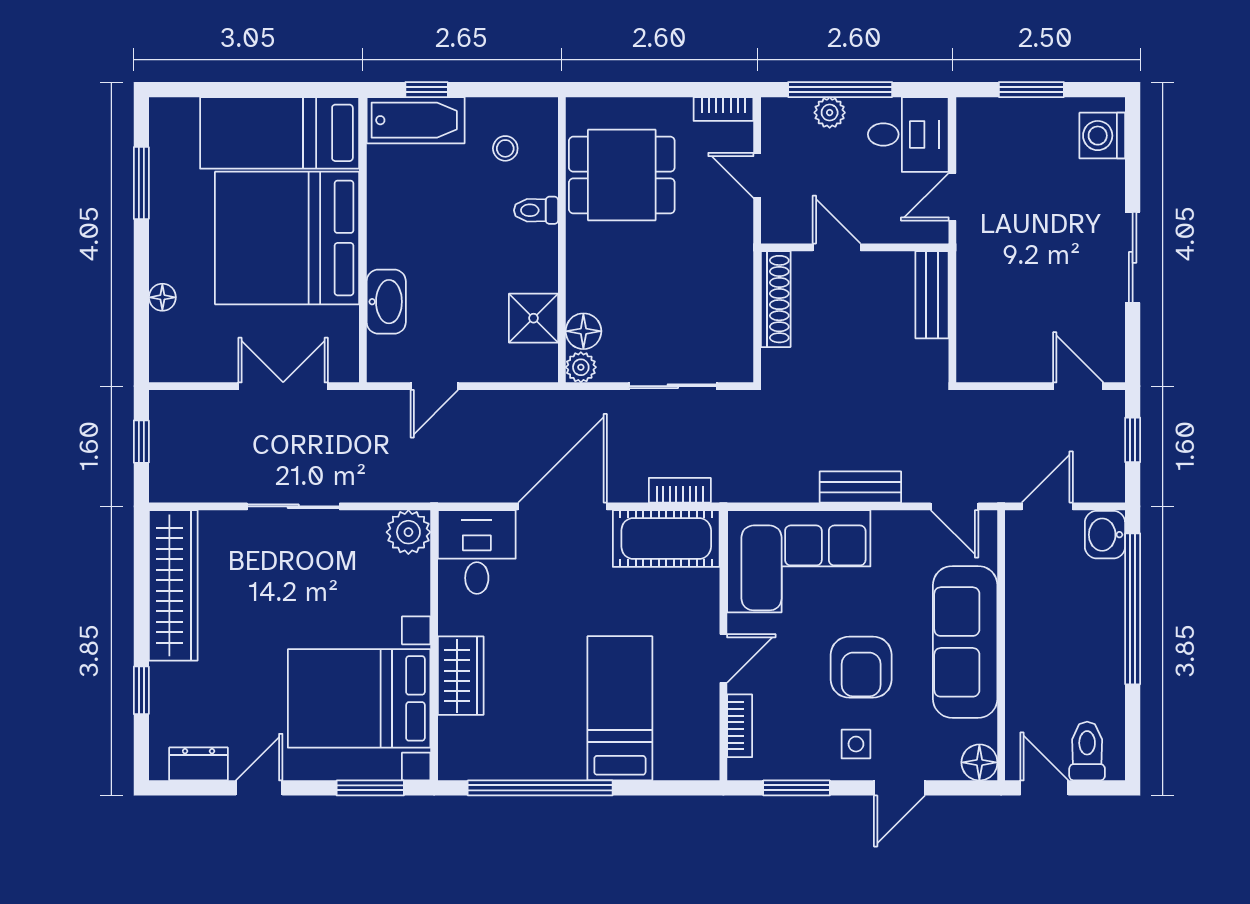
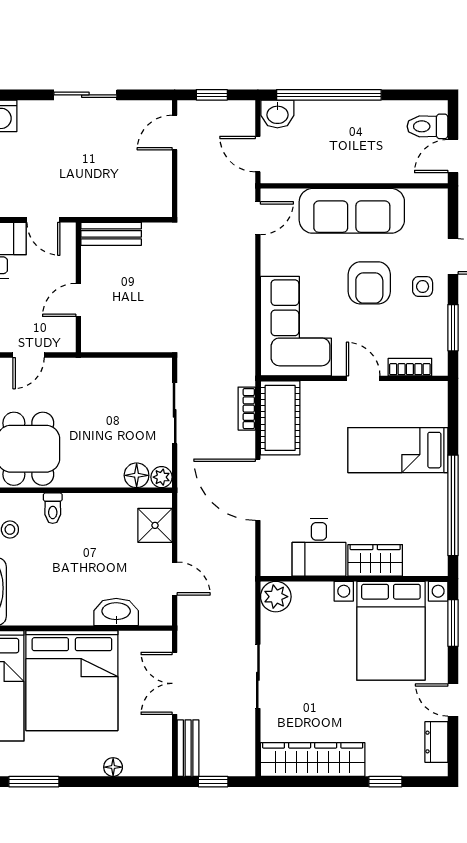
shoe rack: (776, 299) -> (114, 342), removed
shower: (534, 318) -> (155, 525), moved
bench: (860, 487) -> (188, 748), moved
desk: (477, 552) -> (319, 547), moved, turned -90
armchair: (861, 667) -> (369, 283), turned 90
floor lamp: (979, 762) -> (435, 201), removed

